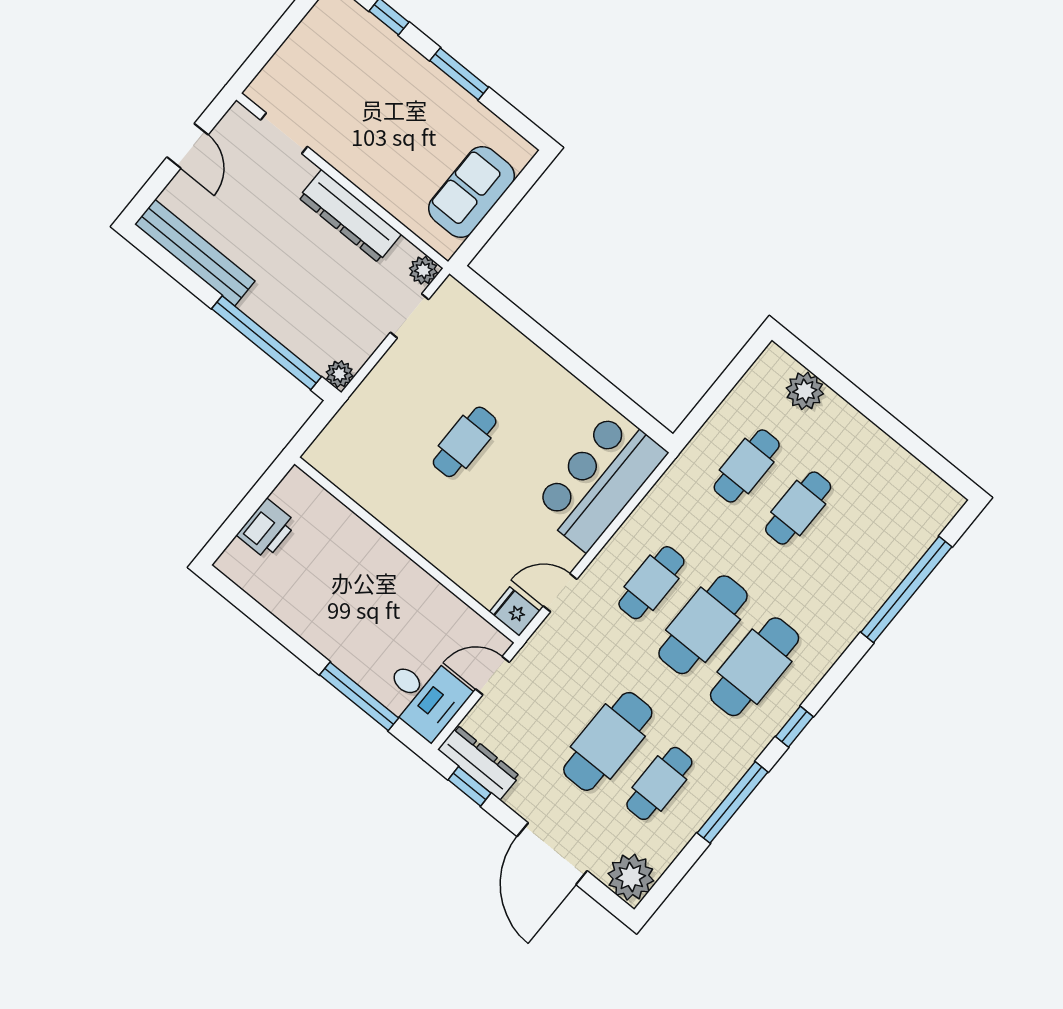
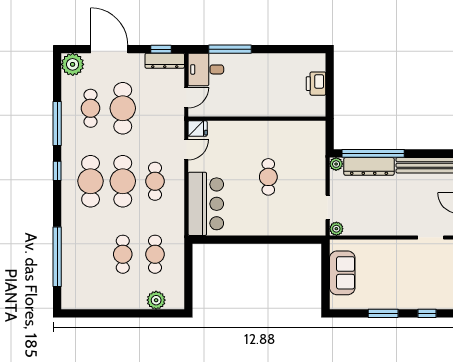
dresser: (350, 216) -> (369, 166), moved, turned 180

